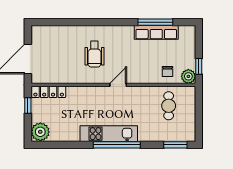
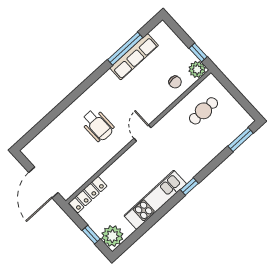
window: (28, 106) -> (91, 235), moved
cafe table: (169, 106) -> (203, 111), turned 90
kitchen unit: (109, 134) -> (155, 200), moved
window: (117, 145) -> (189, 186), width x0.32

